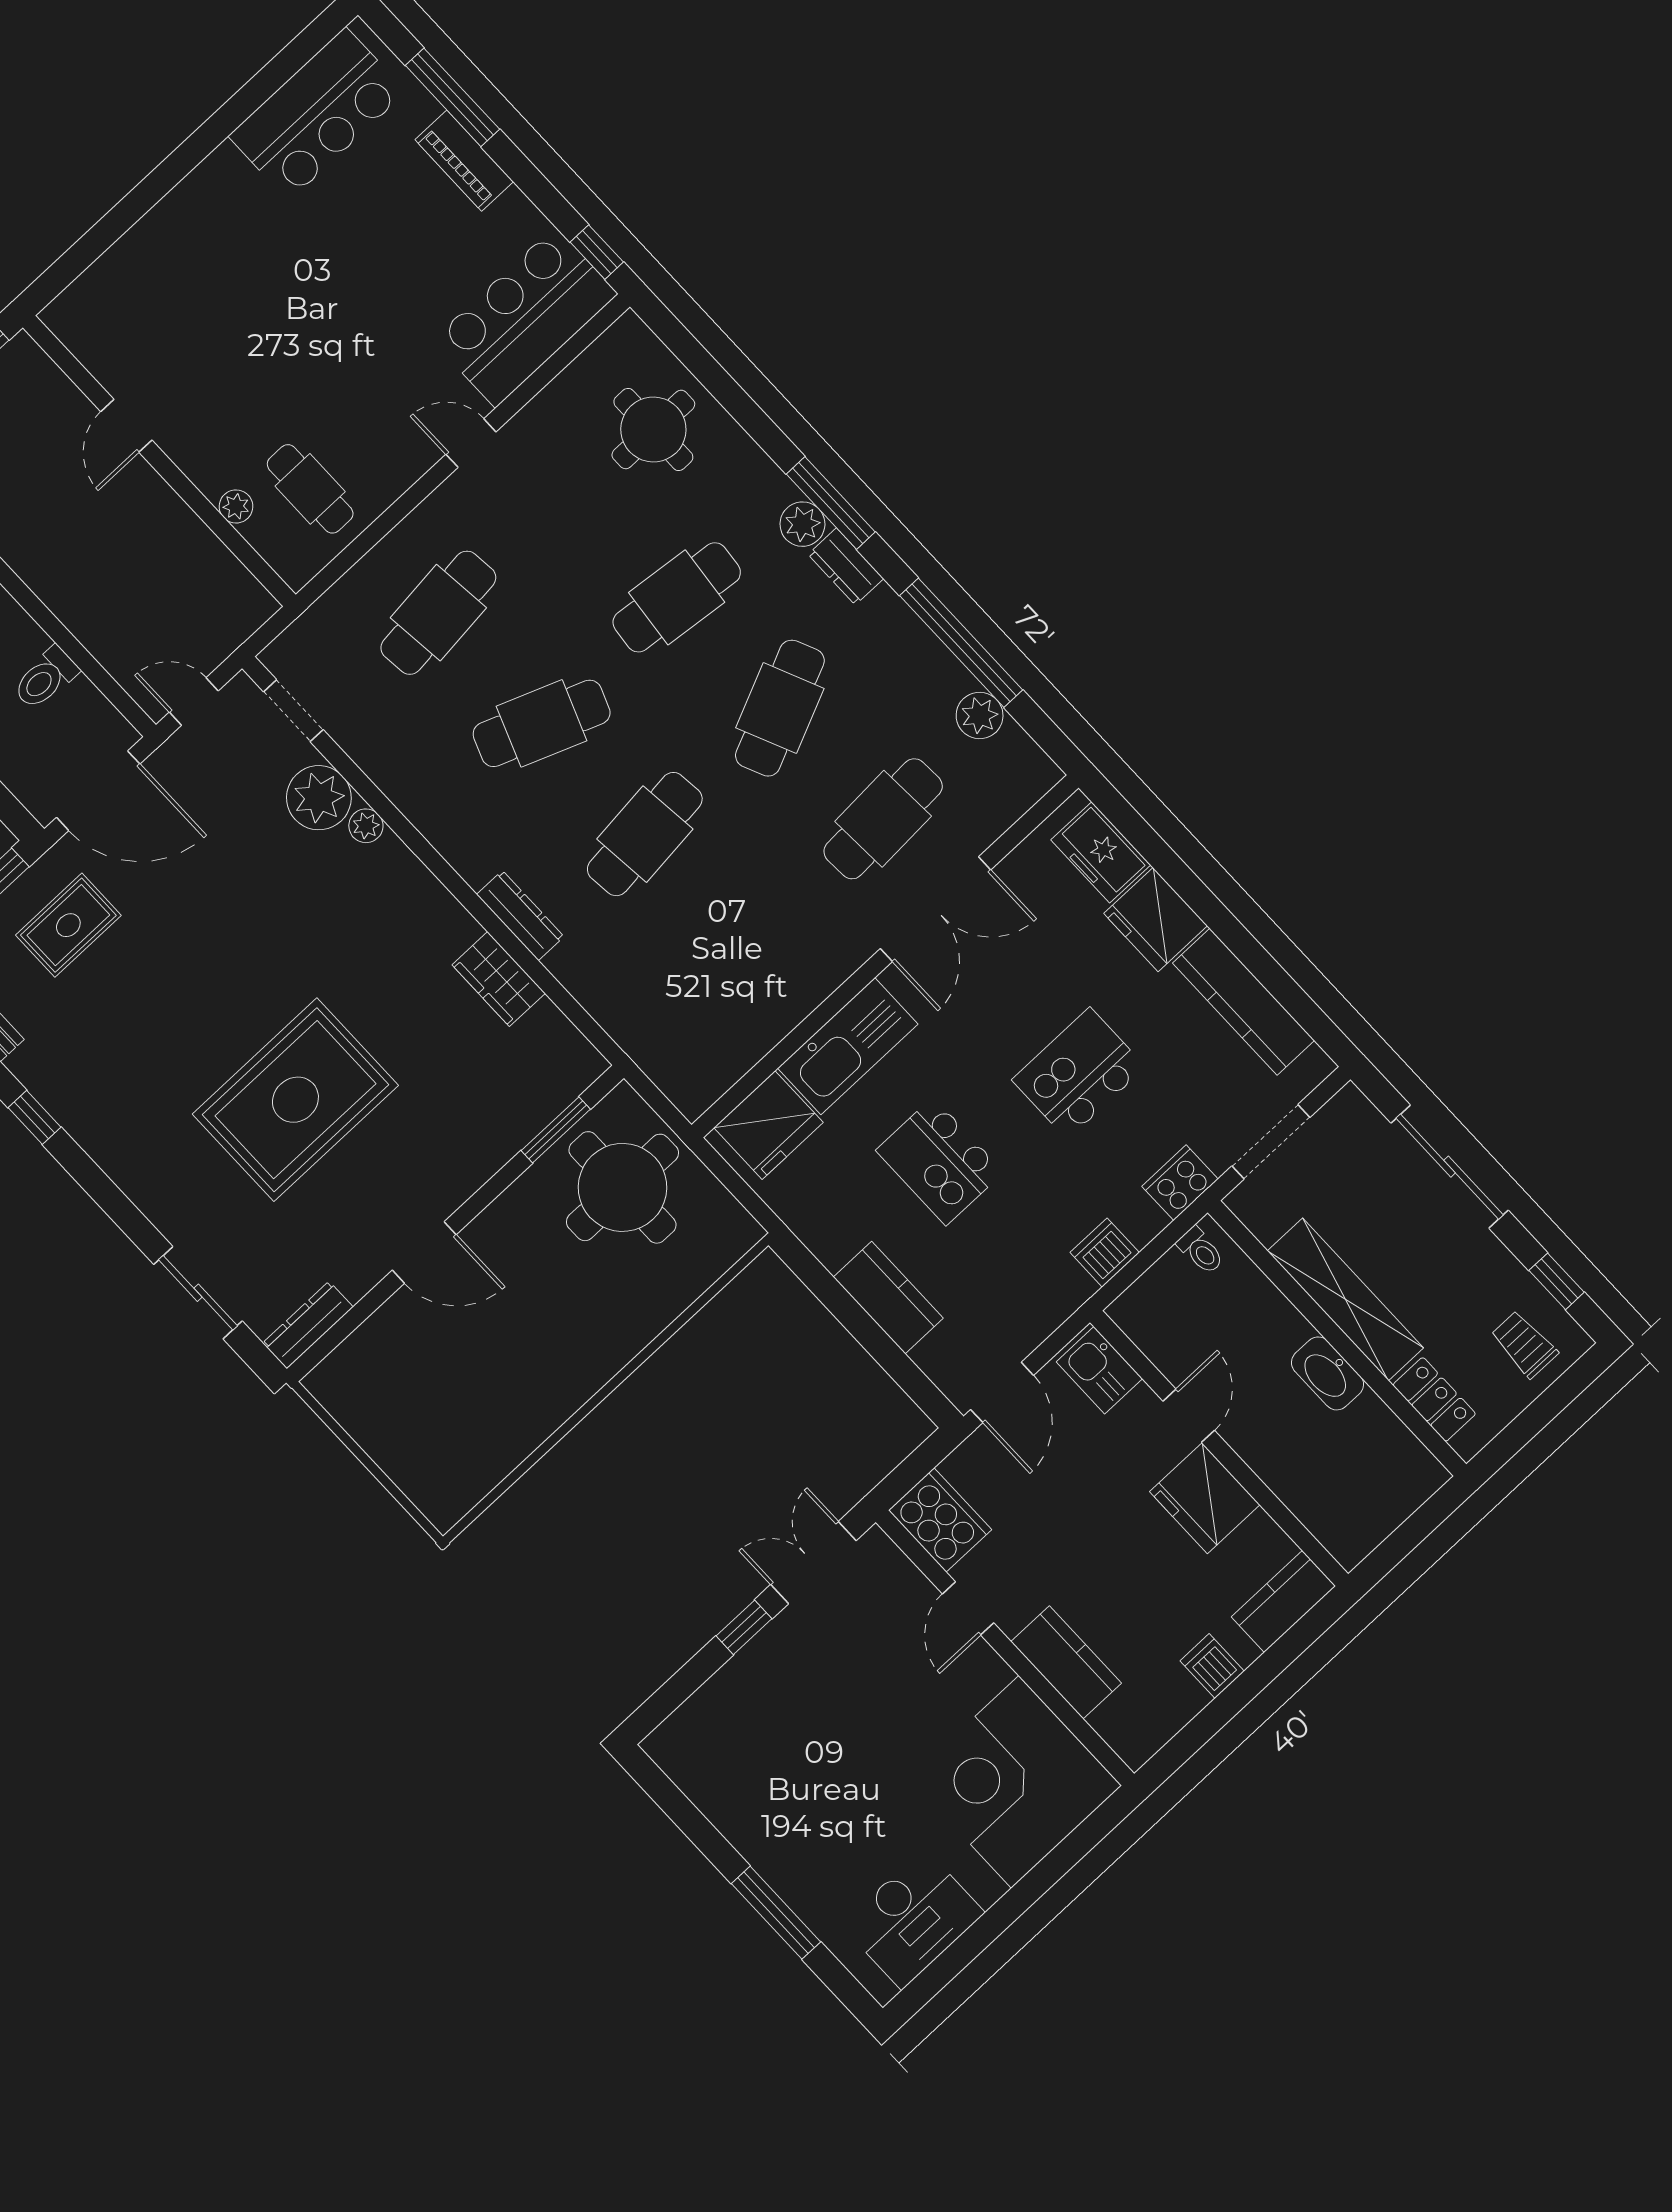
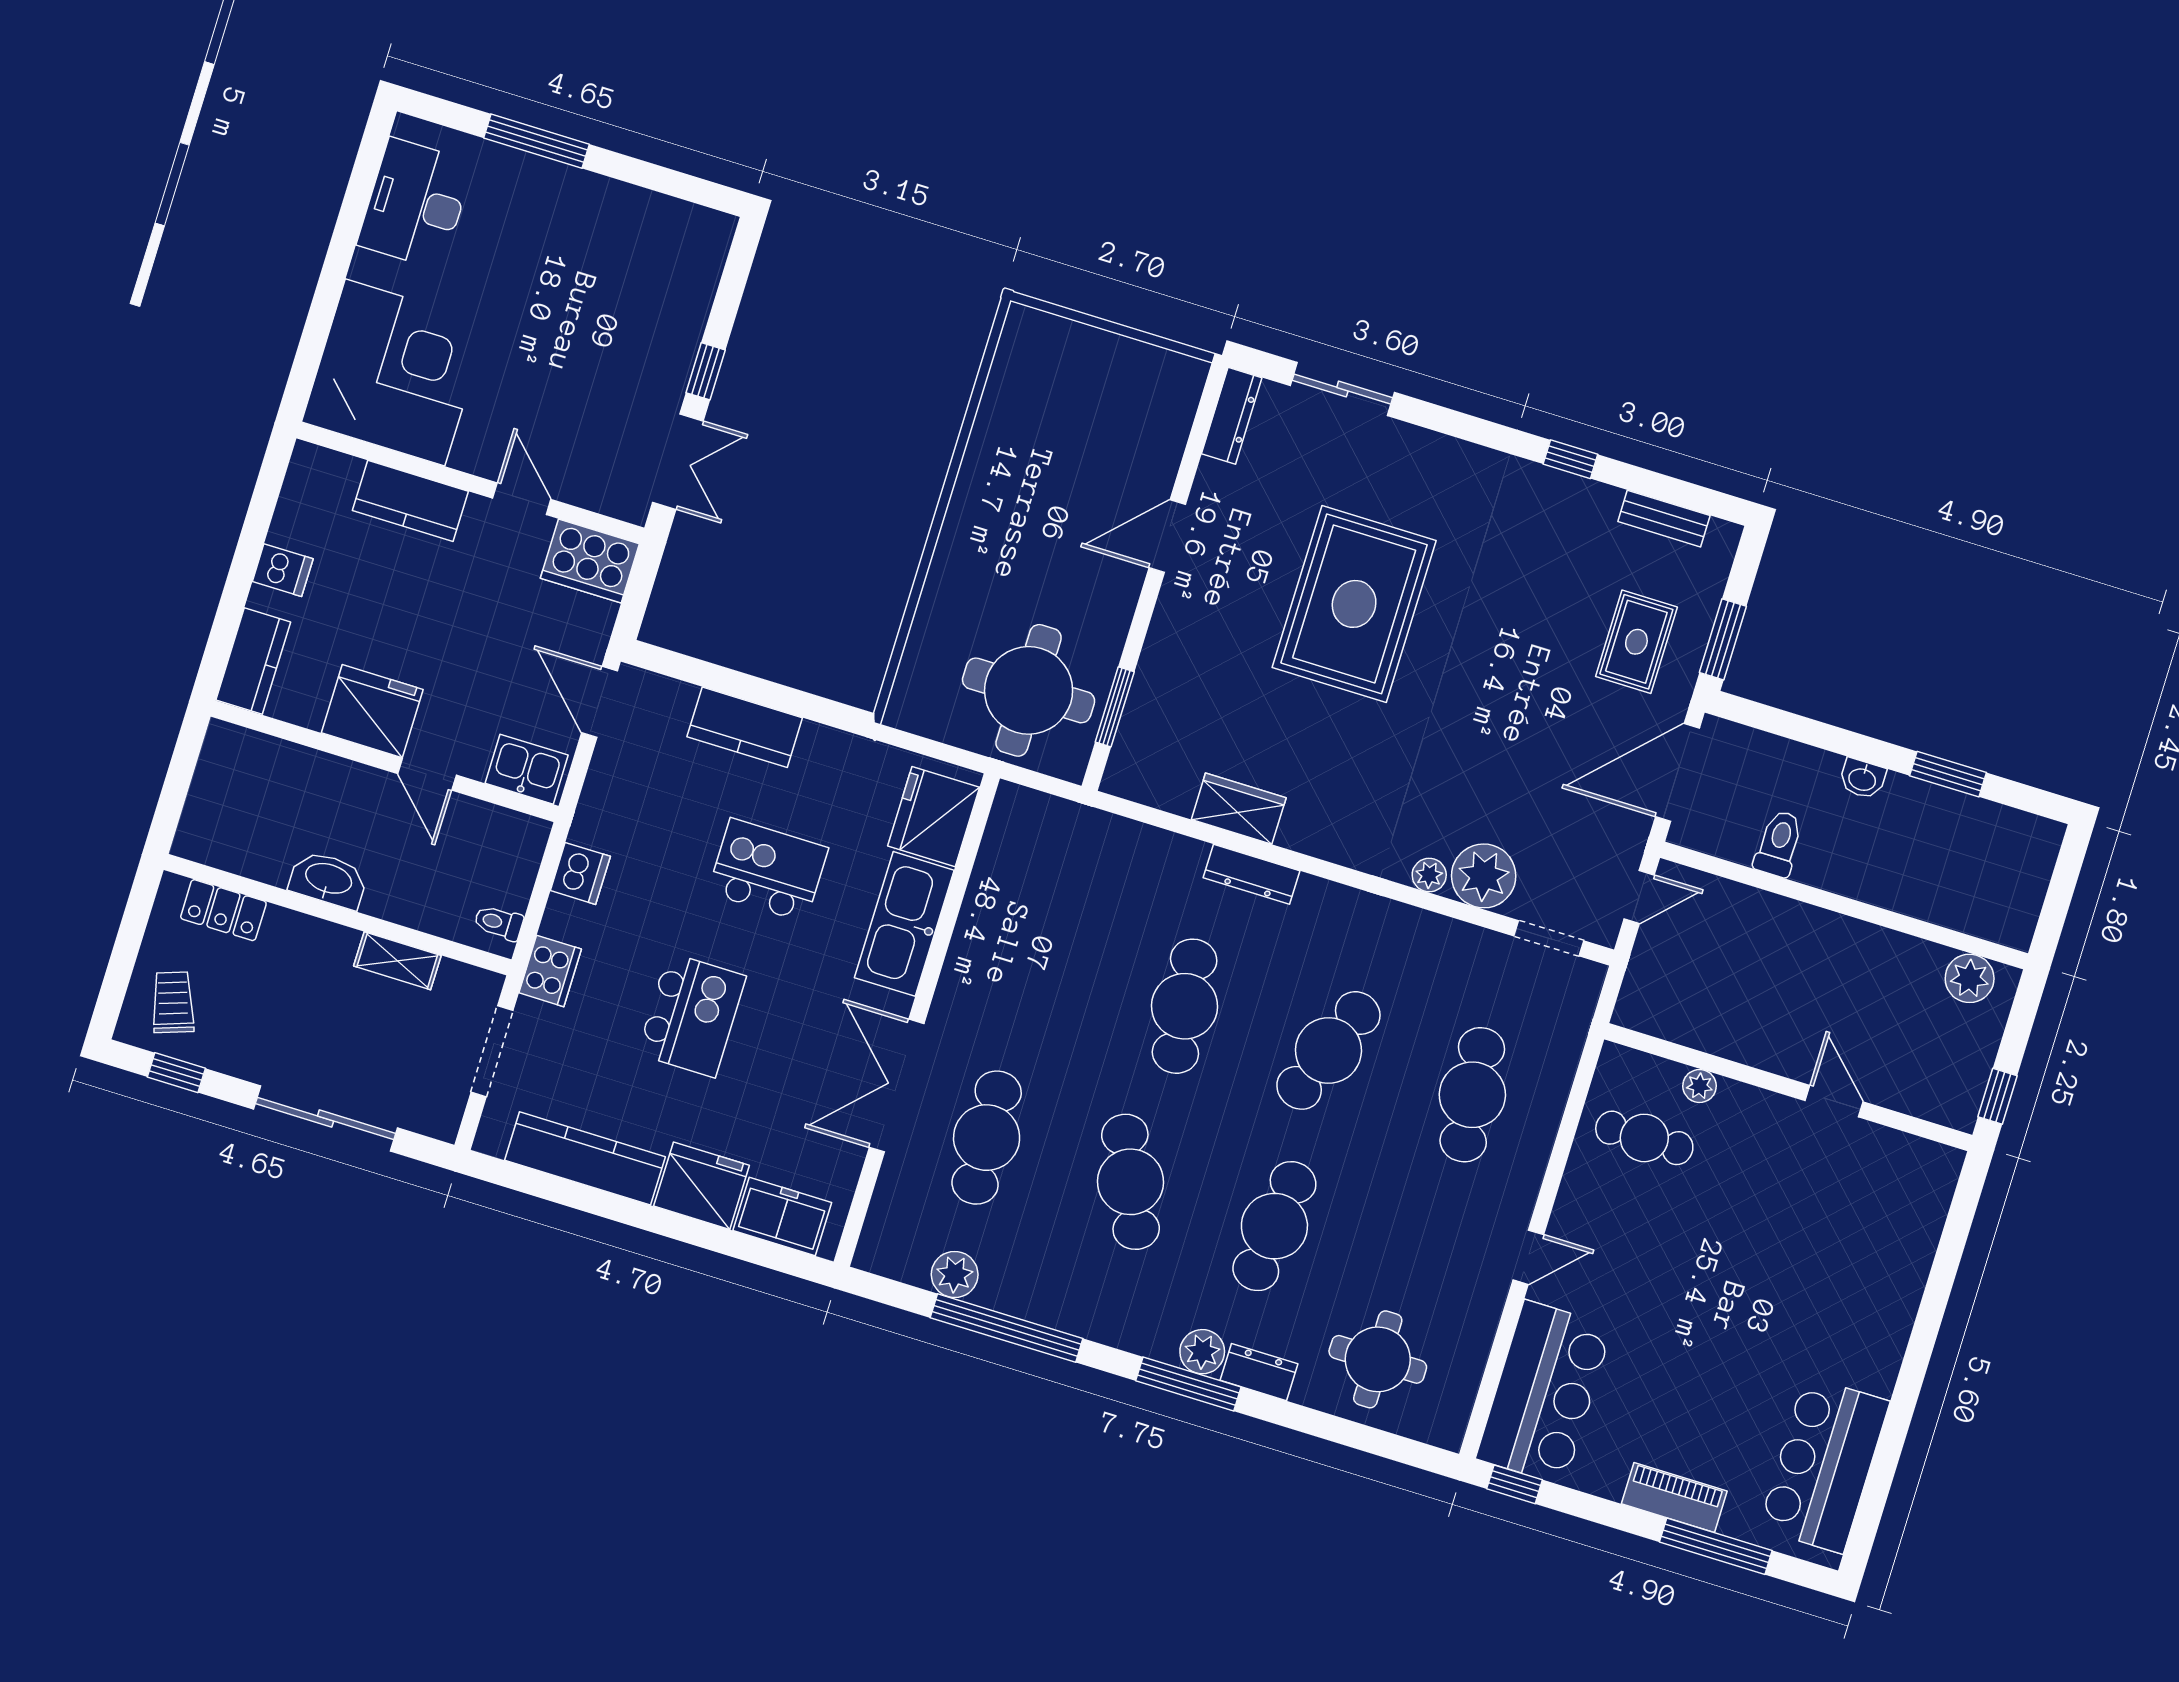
dresser: (846, 566) -> (1259, 1372), moved
shelving: (1345, 1299) -> (397, 961), width x0.45, depth x0.75
trolley: (1524, 1344) -> (173, 1002), turned -109

